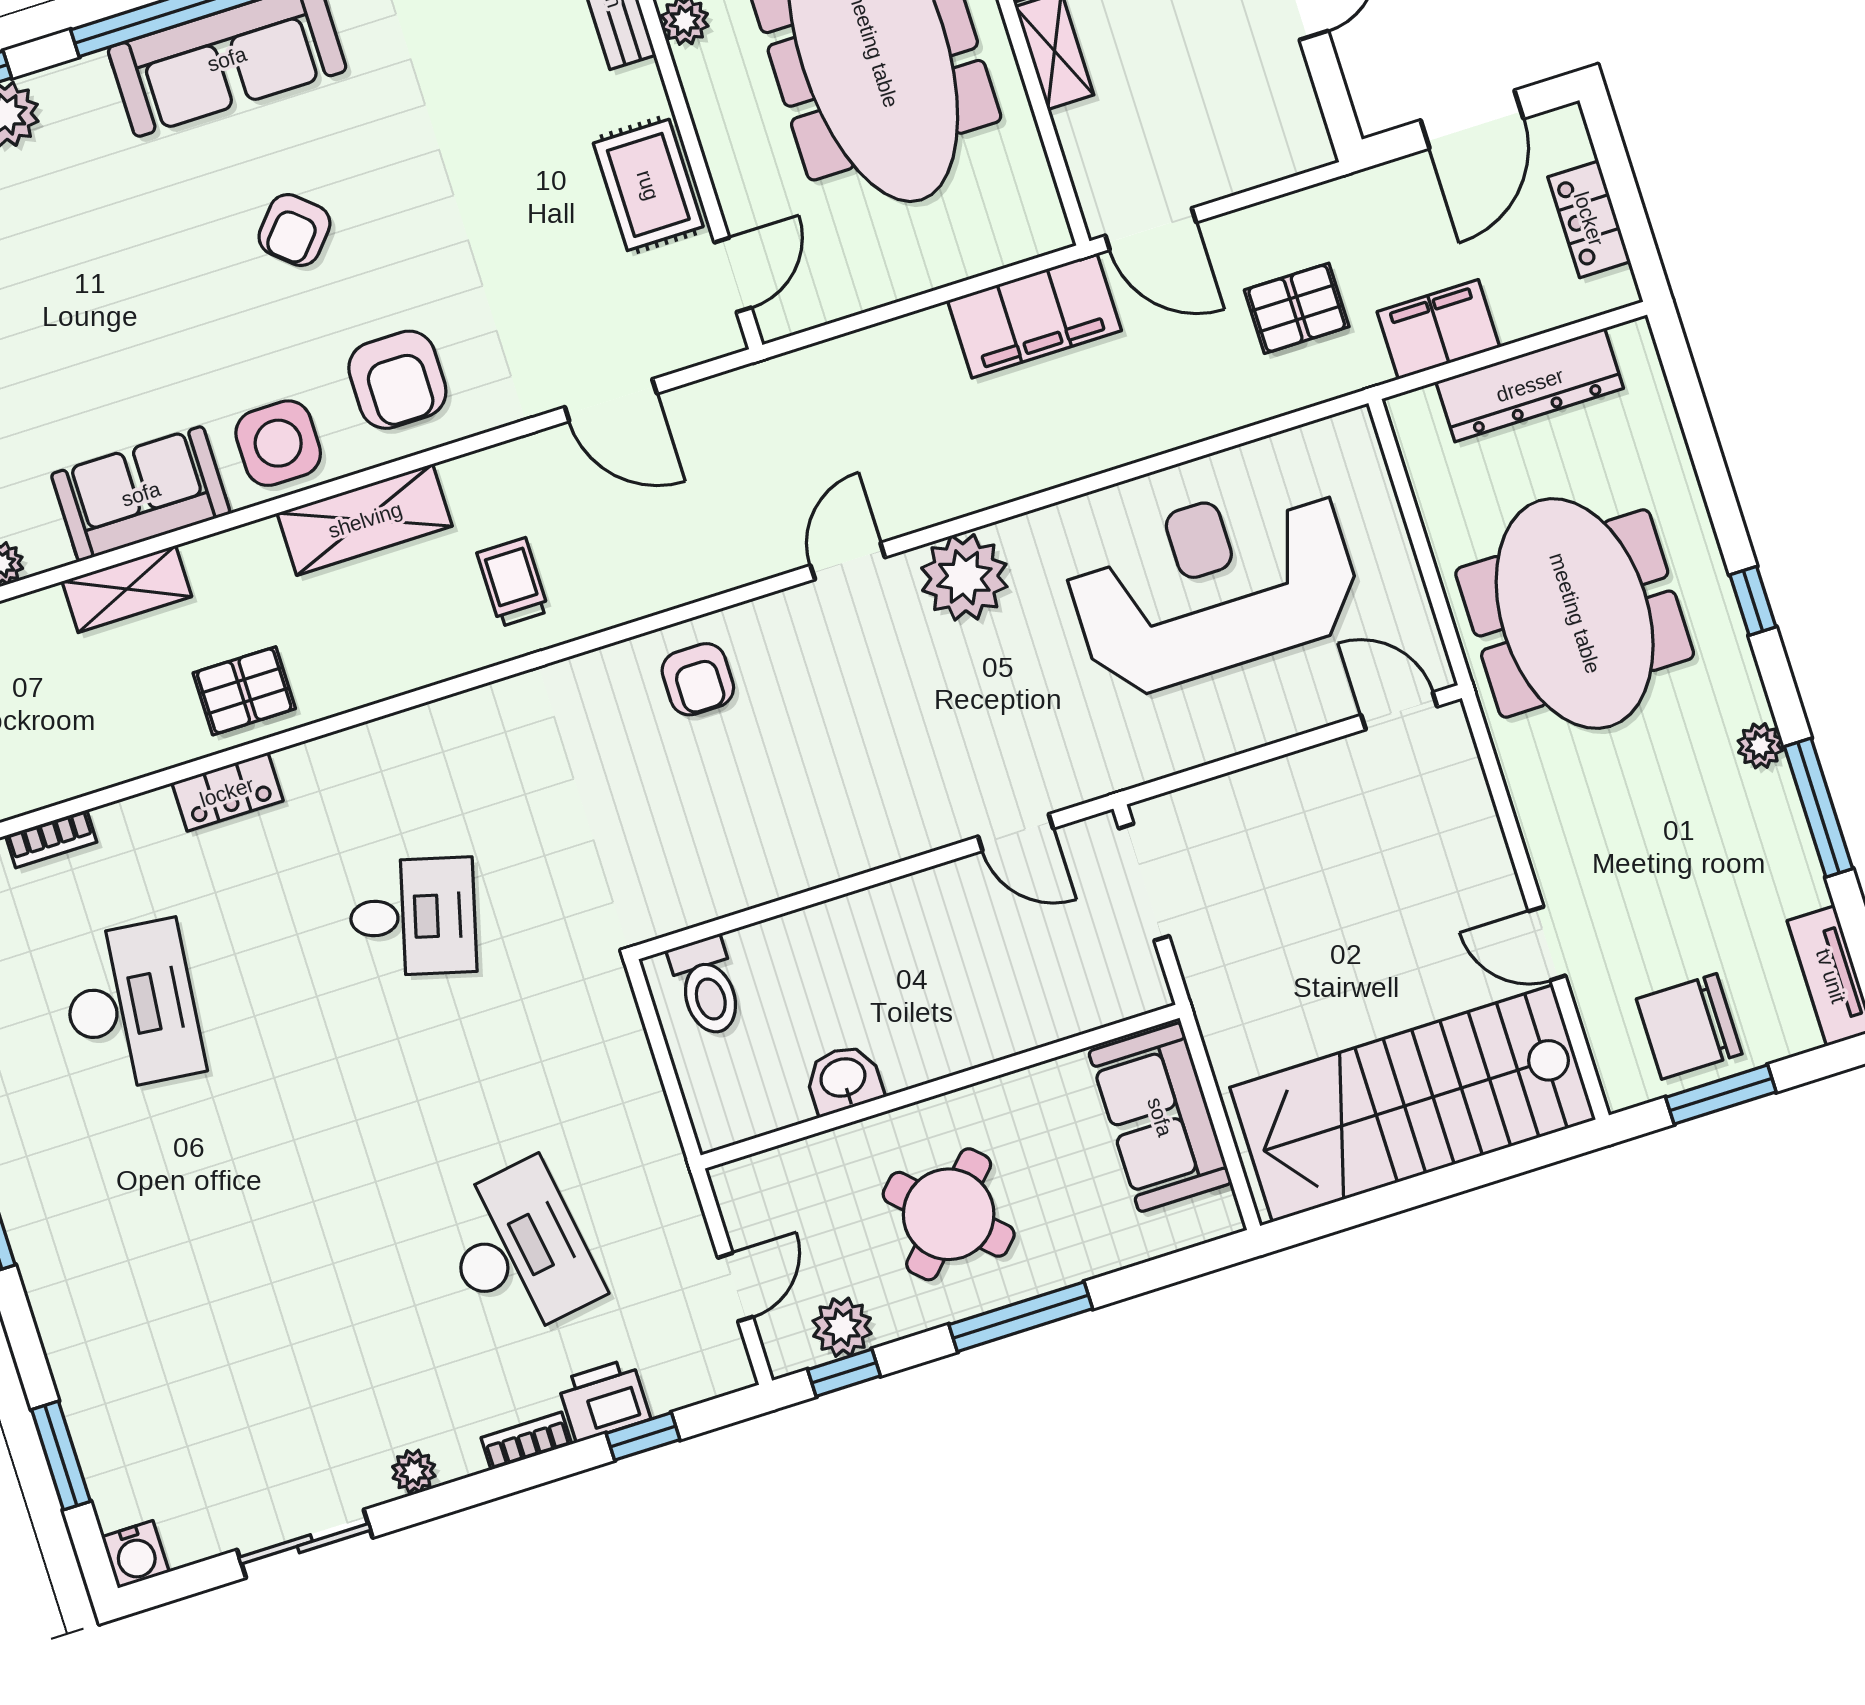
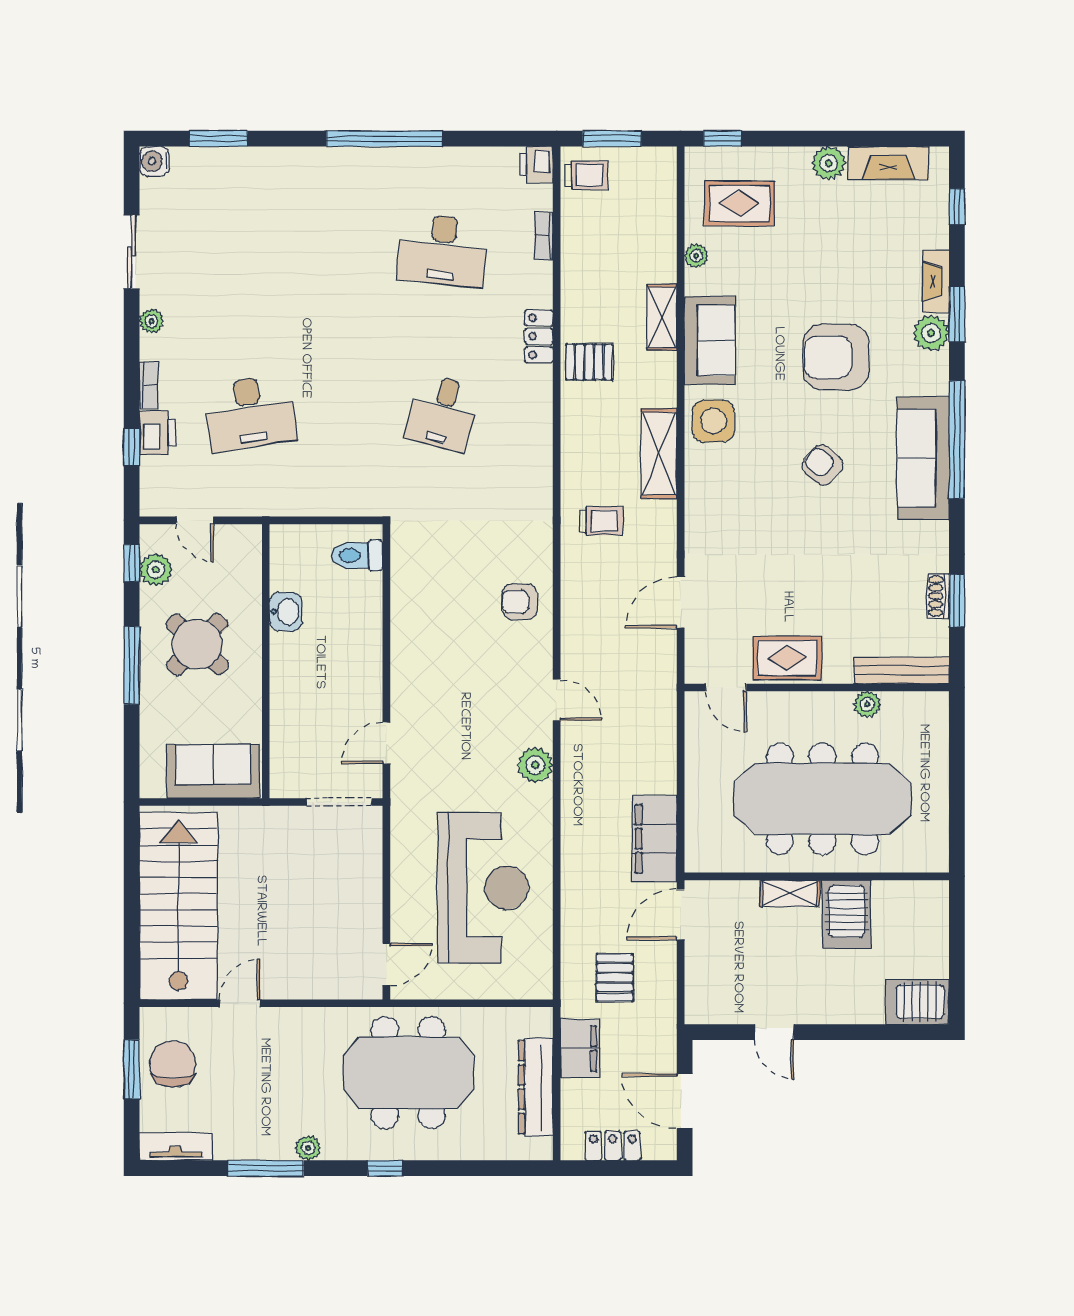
armchair: (397, 380) -> (836, 357), moved, width x1.36, depth x1.36
plant: (964, 577) -> (535, 765), width x0.73, depth x0.73
pallet: (244, 691) -> (589, 362), turned 90

